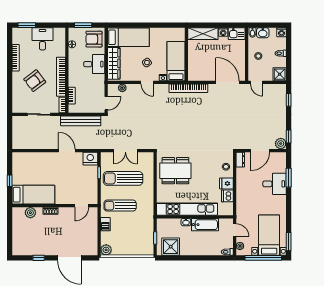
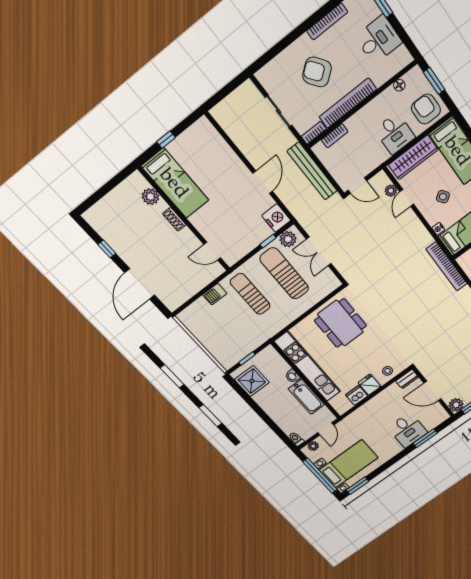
door: (147, 82) -> (407, 198), moved
plant: (106, 250) -> (288, 239), moved

